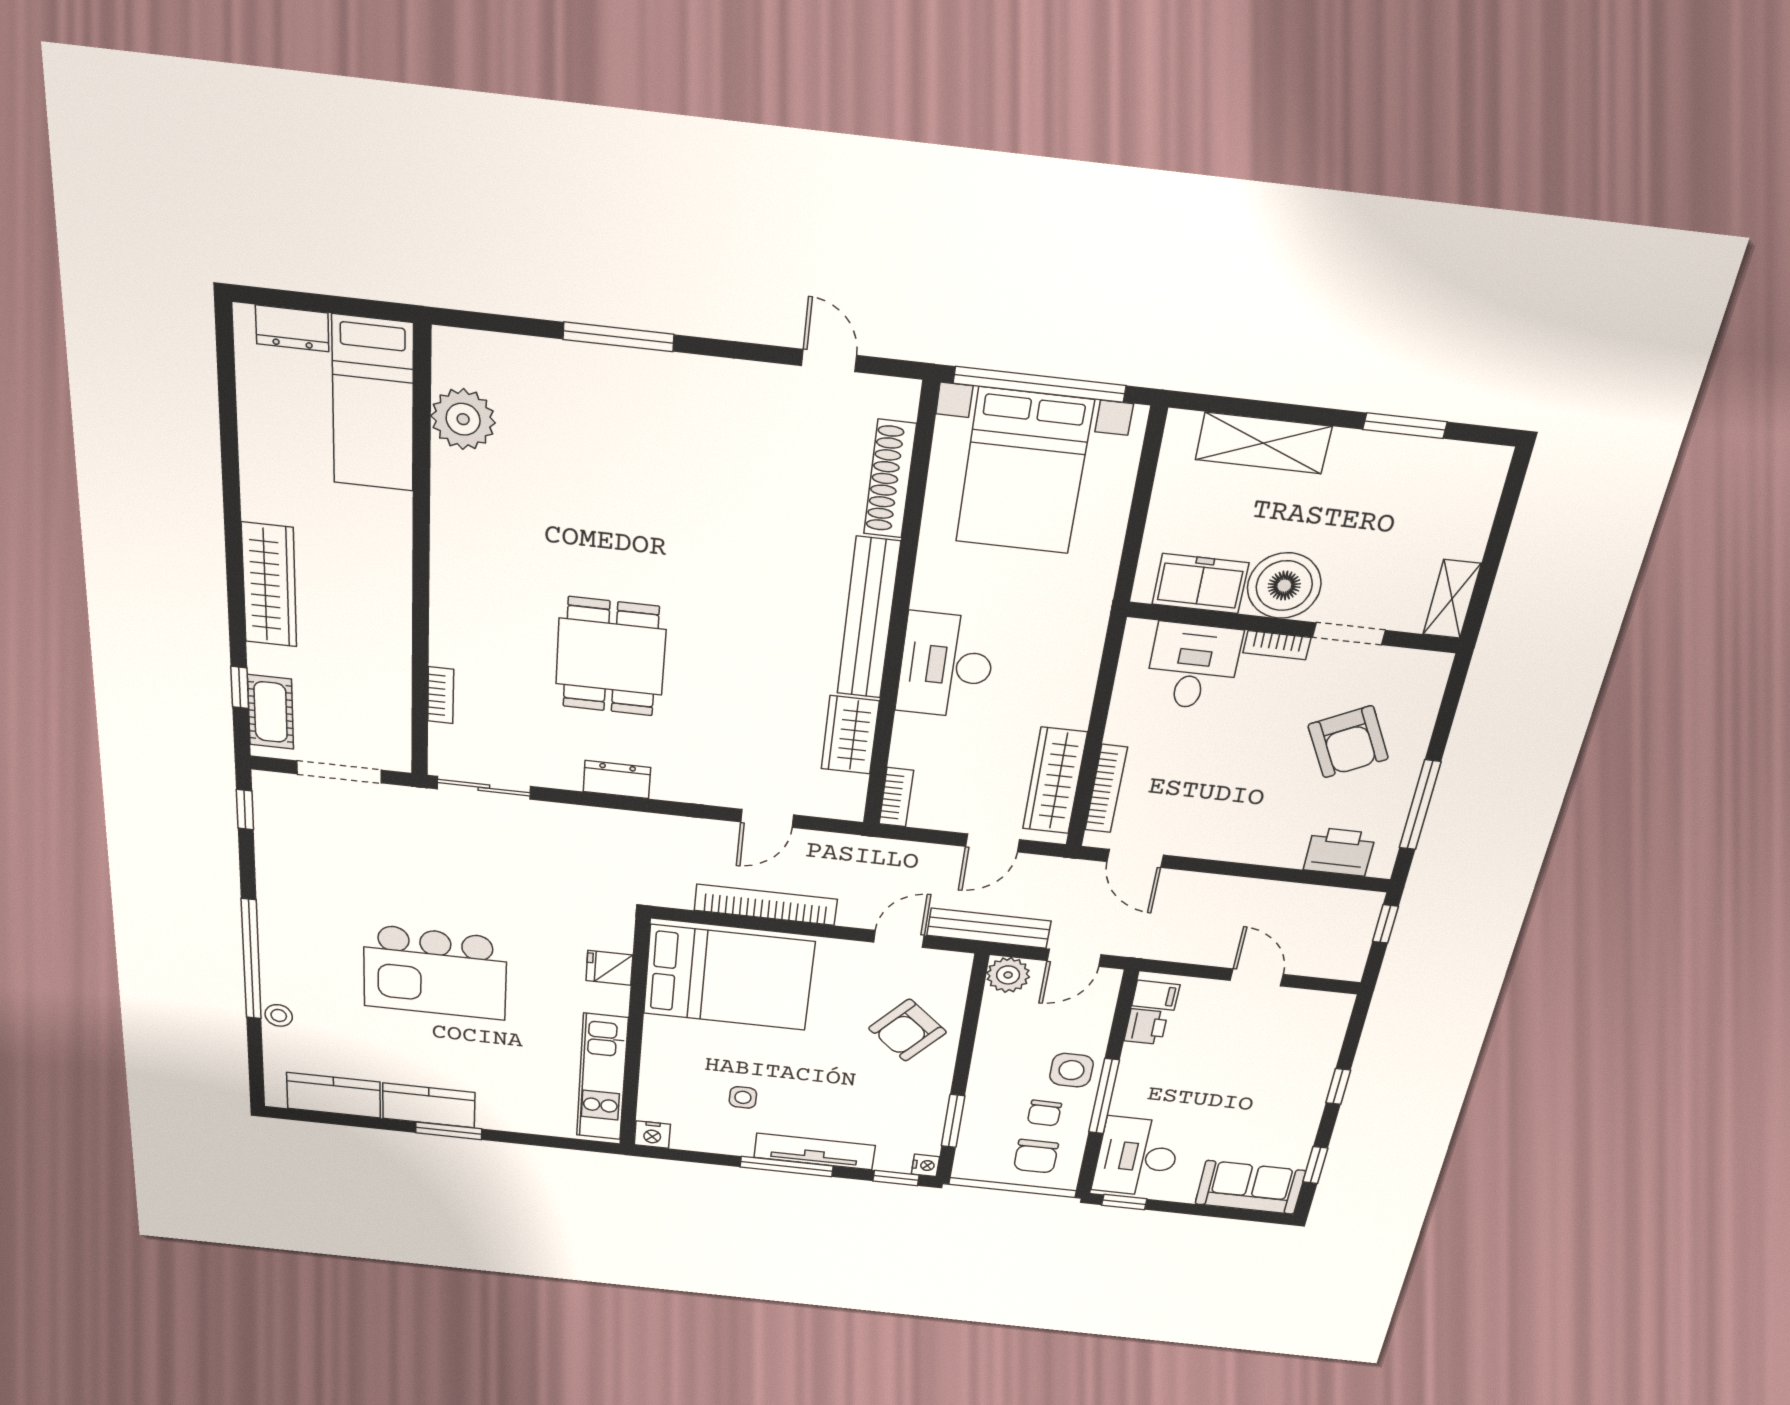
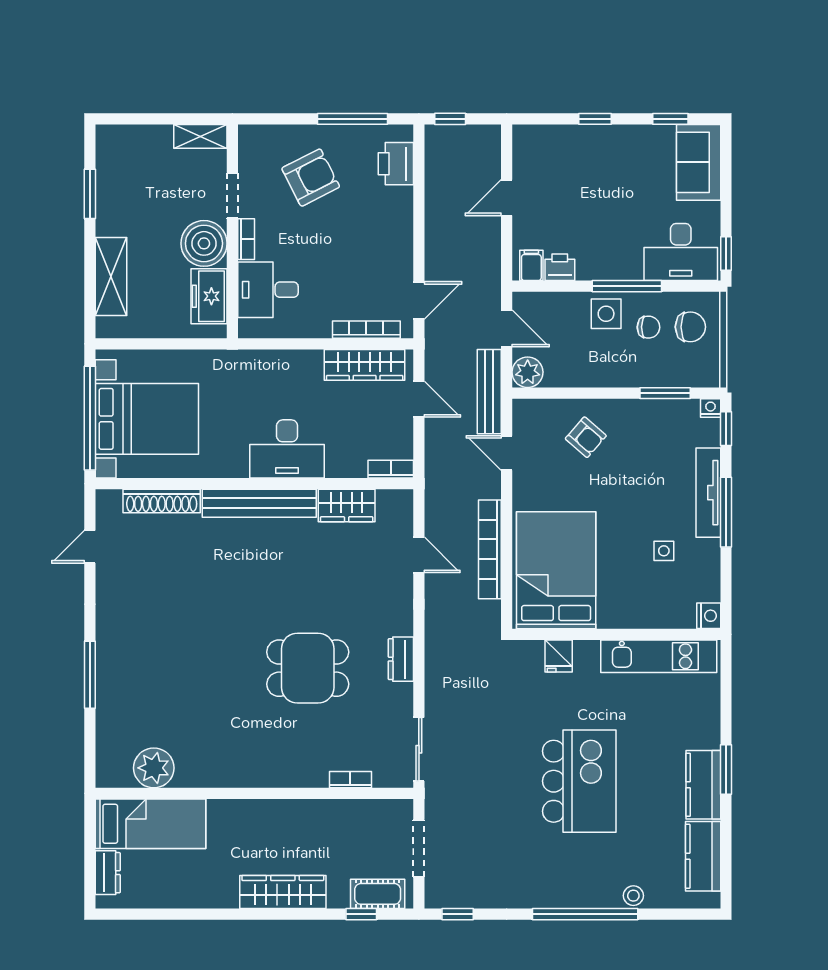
armchair: (907, 1030) -> (586, 437), width x0.72, depth x0.72

